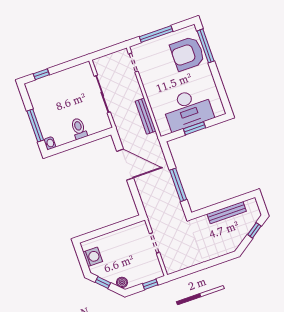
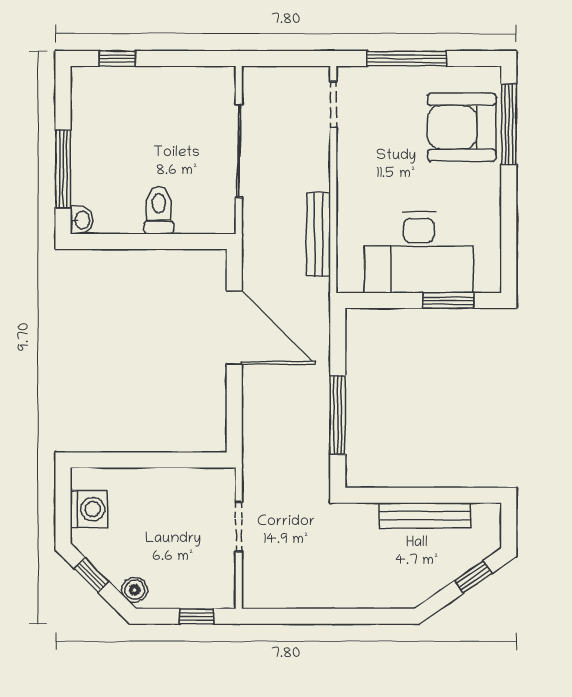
window: (194, 128) -> (448, 301), moved

